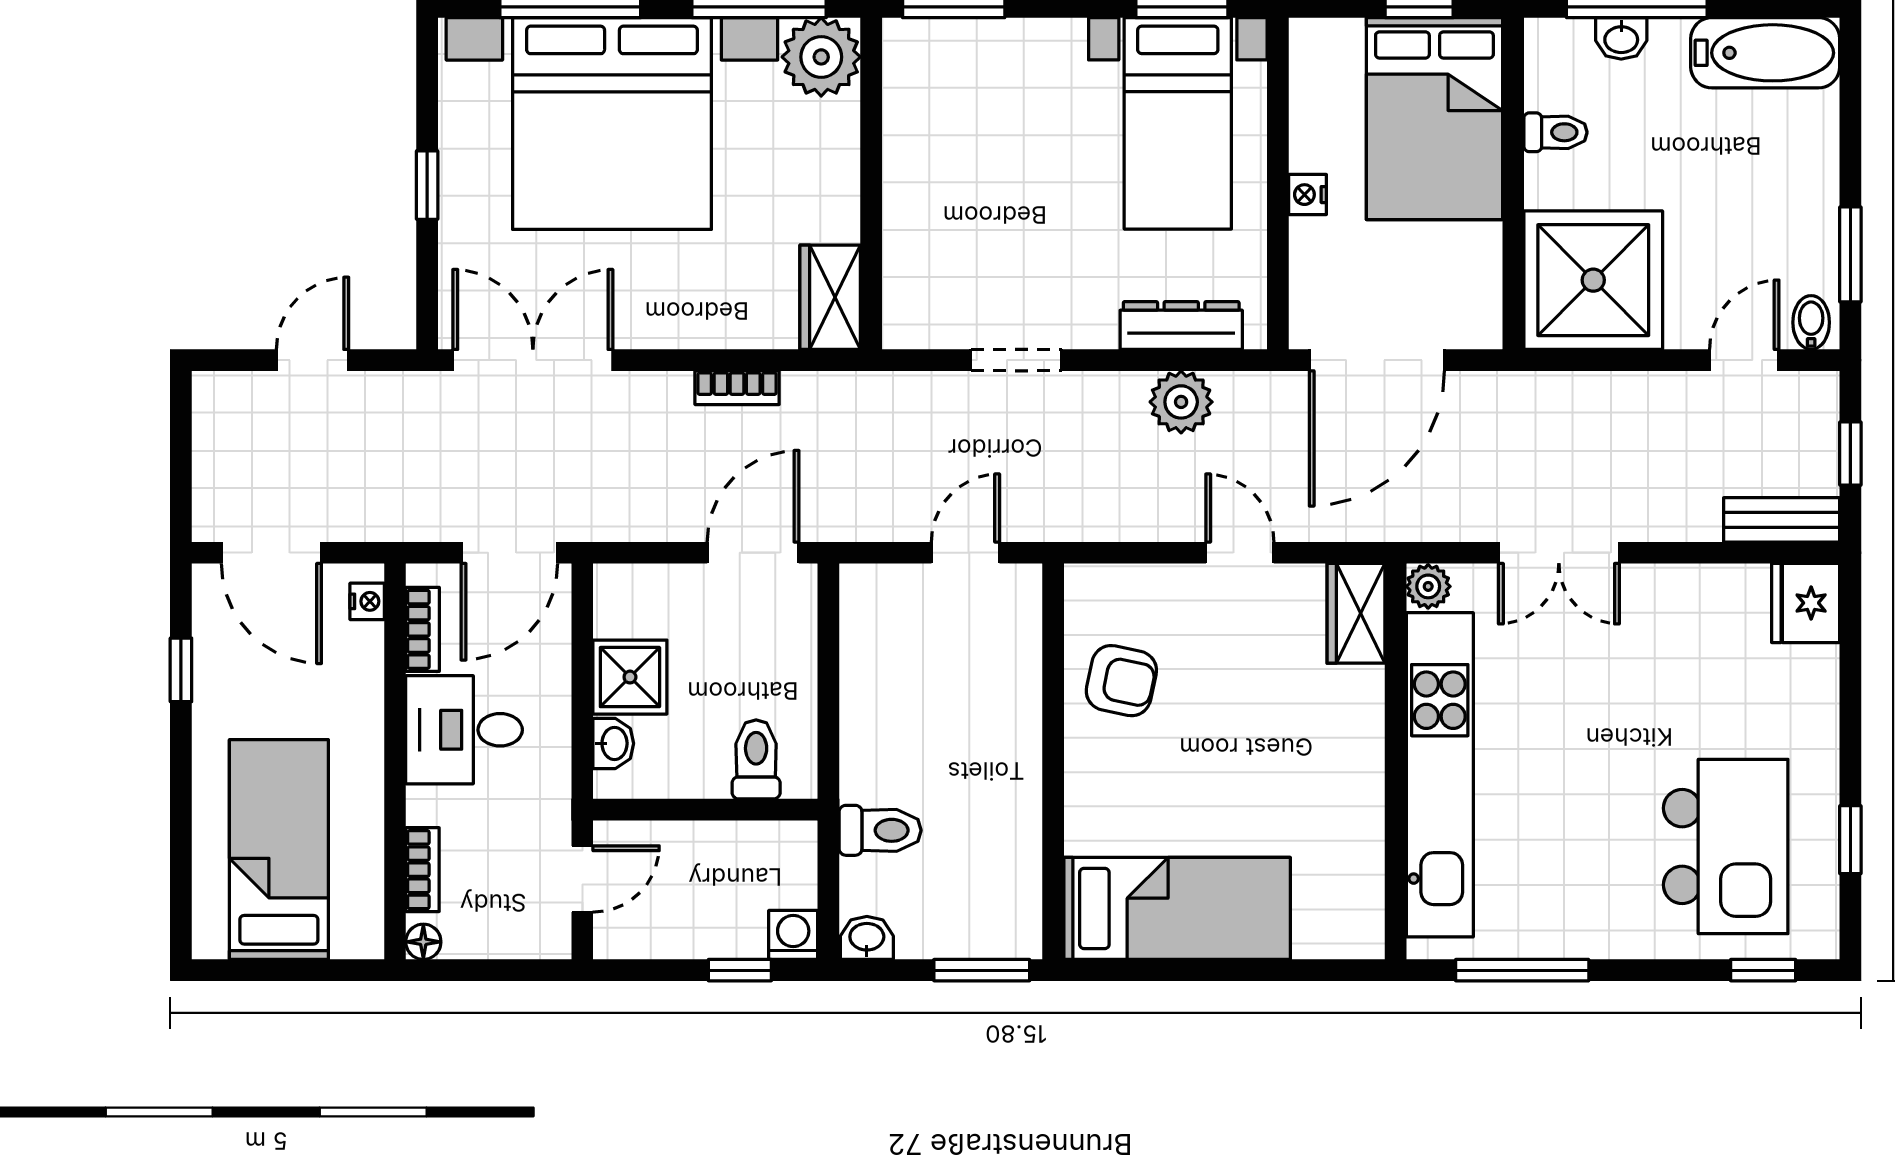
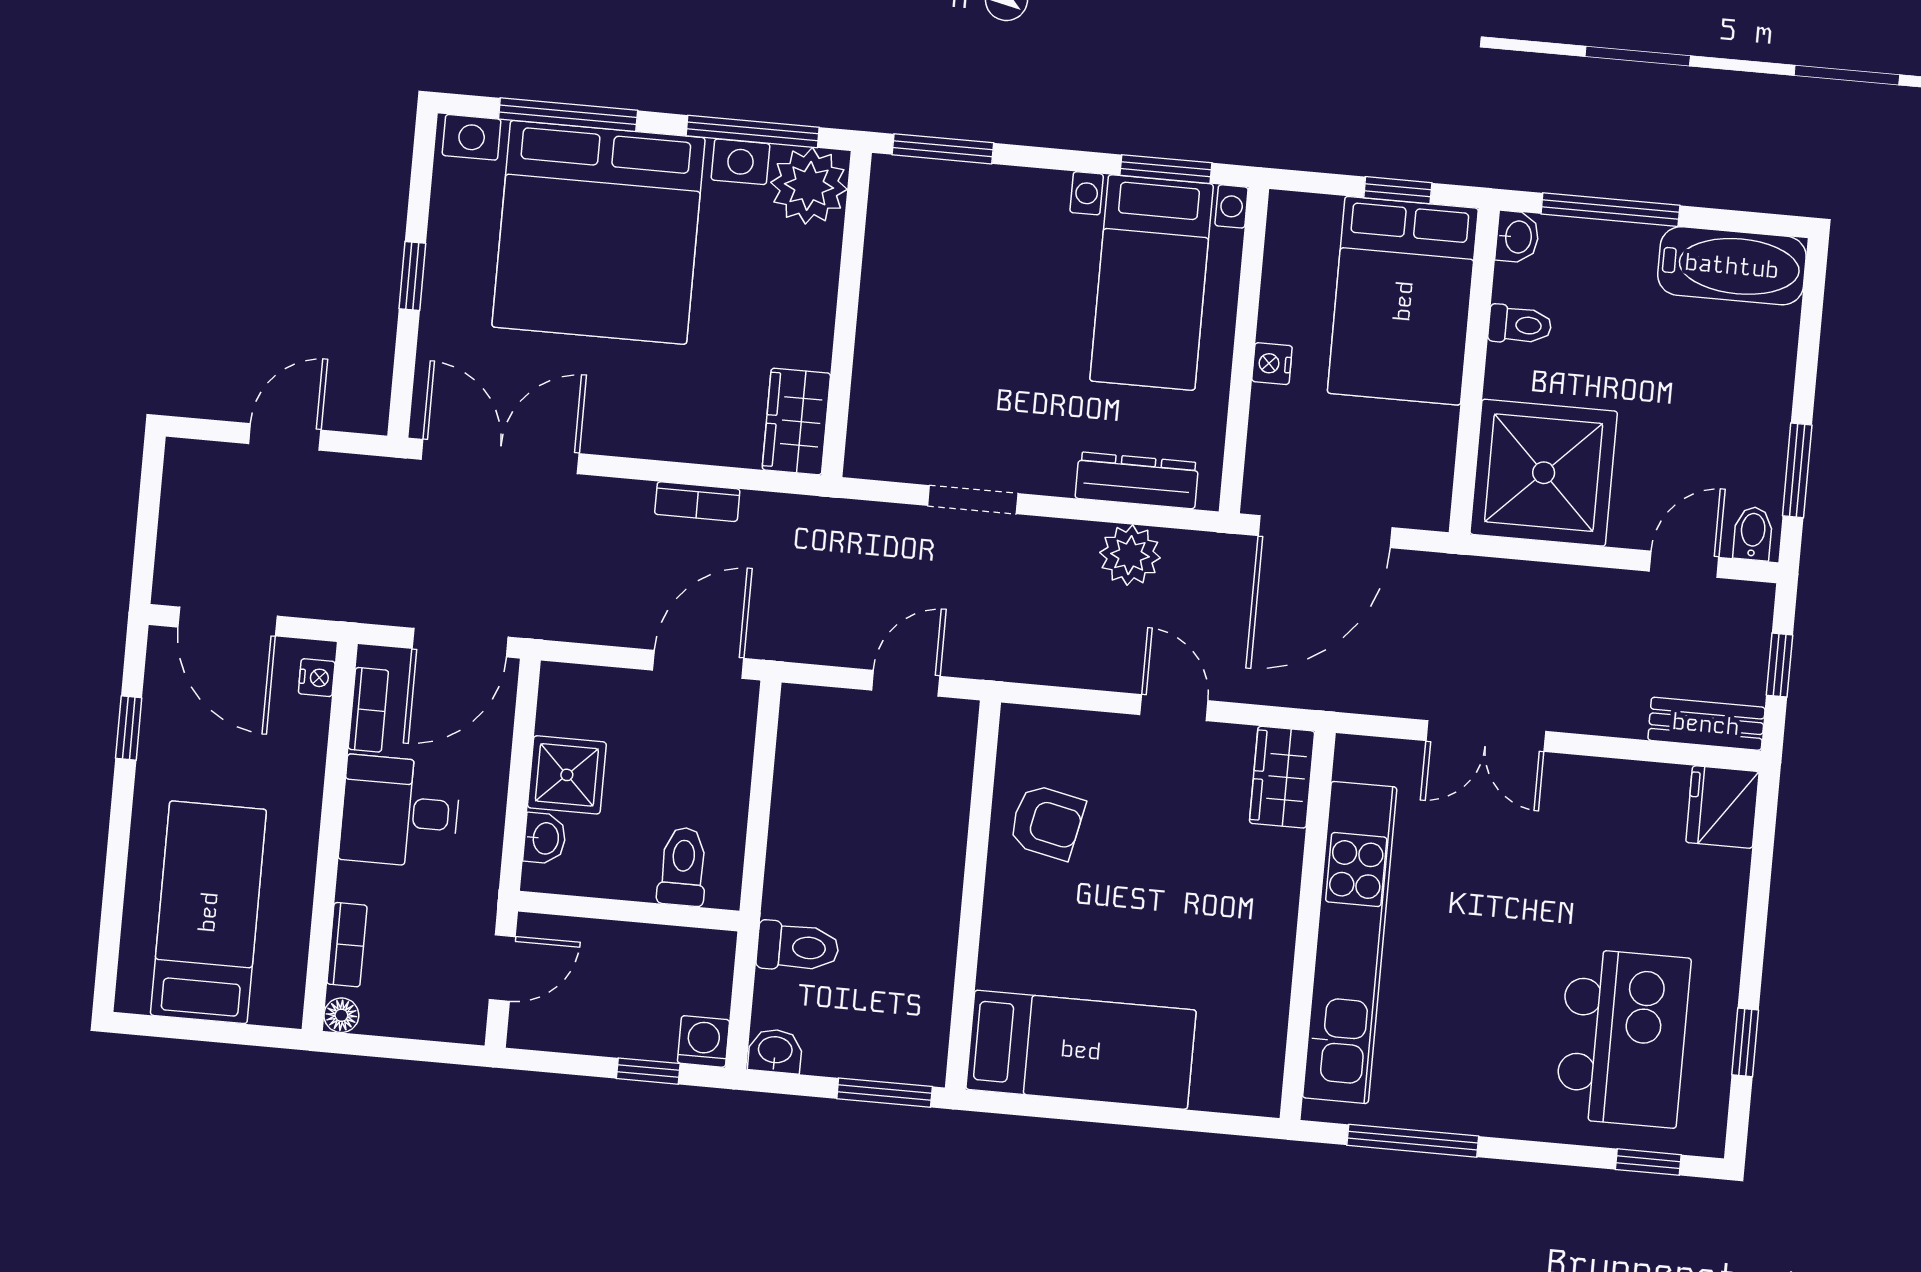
washbasin: (1621, 38) -> (1517, 237), moved, turned -90
plant: (1428, 586) -> (1355, 757), removed

